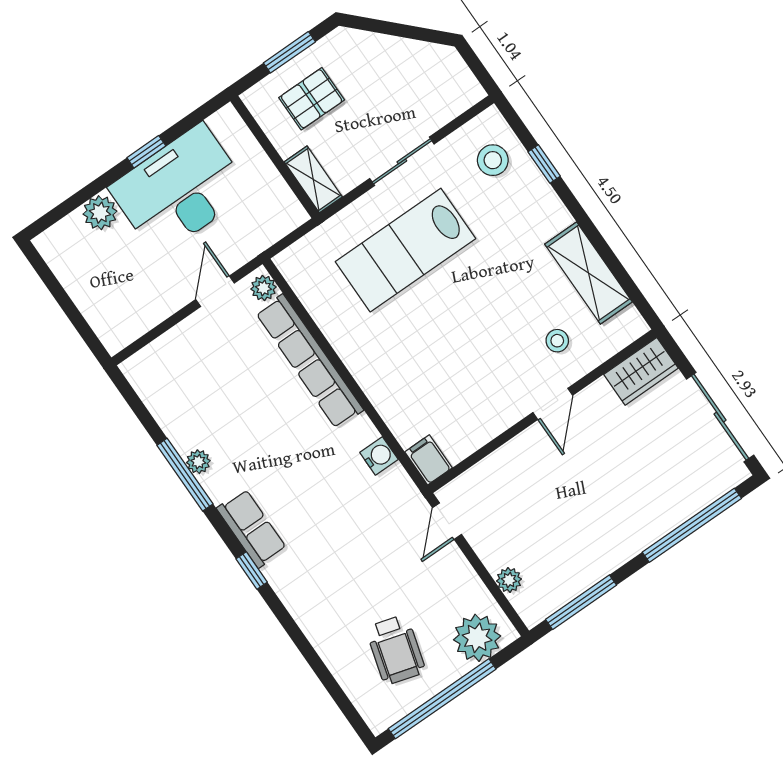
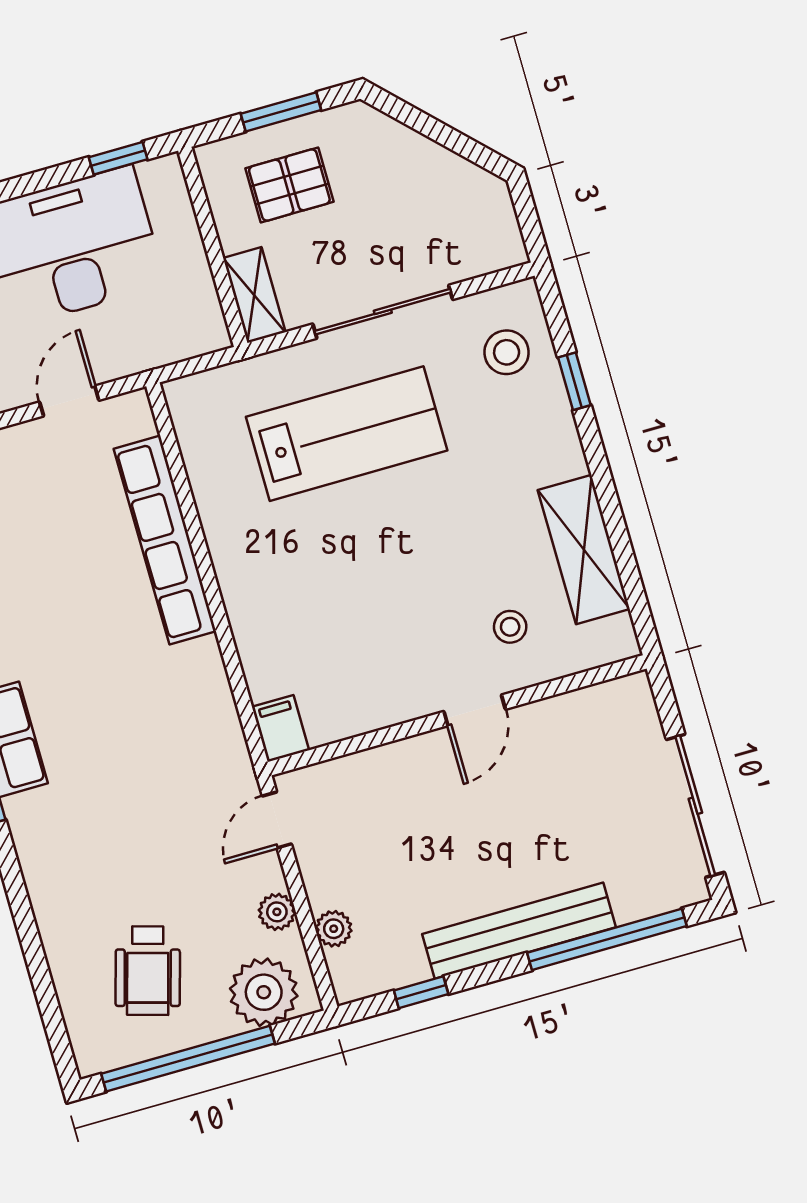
window: (146, 152) -> (118, 158), moved
sliding door: (402, 161) -> (383, 312), width x1.37
lab bench: (406, 250) -> (347, 434), turned 180
plant: (264, 288) -> (277, 912), moved
wardrobe: (641, 371) -> (609, 707), removed
water cooler: (379, 456) -> (215, 700), removed
bench: (632, 539) -> (519, 931), added
window: (581, 602) -> (421, 992), width x0.46

